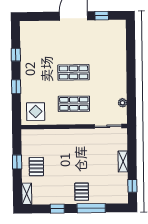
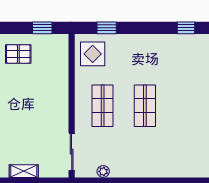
window: (16, 55) -> (186, 28), moved
window: (16, 87) -> (107, 28), moved
window: (17, 162) -> (42, 28), moved

